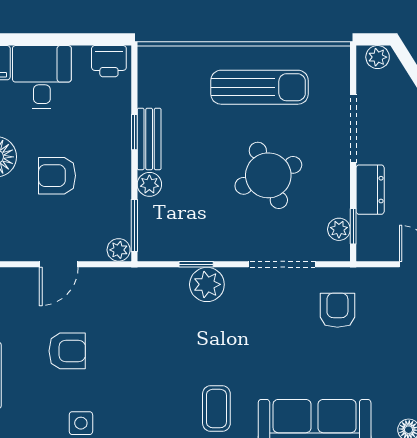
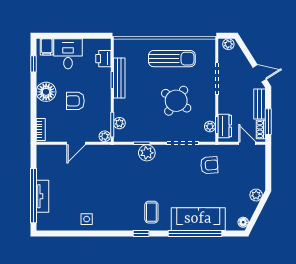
printer: (109, 61) -> (103, 59), moved, turned 90
bench: (149, 139) -> (119, 78), width x1.36
round table: (268, 175) -> (176, 101), turned -32
plant: (149, 184) -> (119, 123), moved
dresser: (370, 190) -> (225, 126), moved
armchair: (337, 310) -> (209, 165), turned 86
armchair: (67, 351) -> (80, 185), removed

